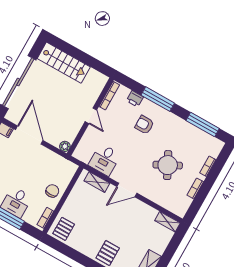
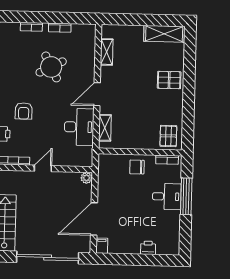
desk: (105, 160) -> (79, 127), width x1.37
door: (127, 190) -> (97, 94), swing flipped
shelving: (167, 222) -> (107, 52), moved
pallet: (64, 229) -> (168, 136), turned 90

